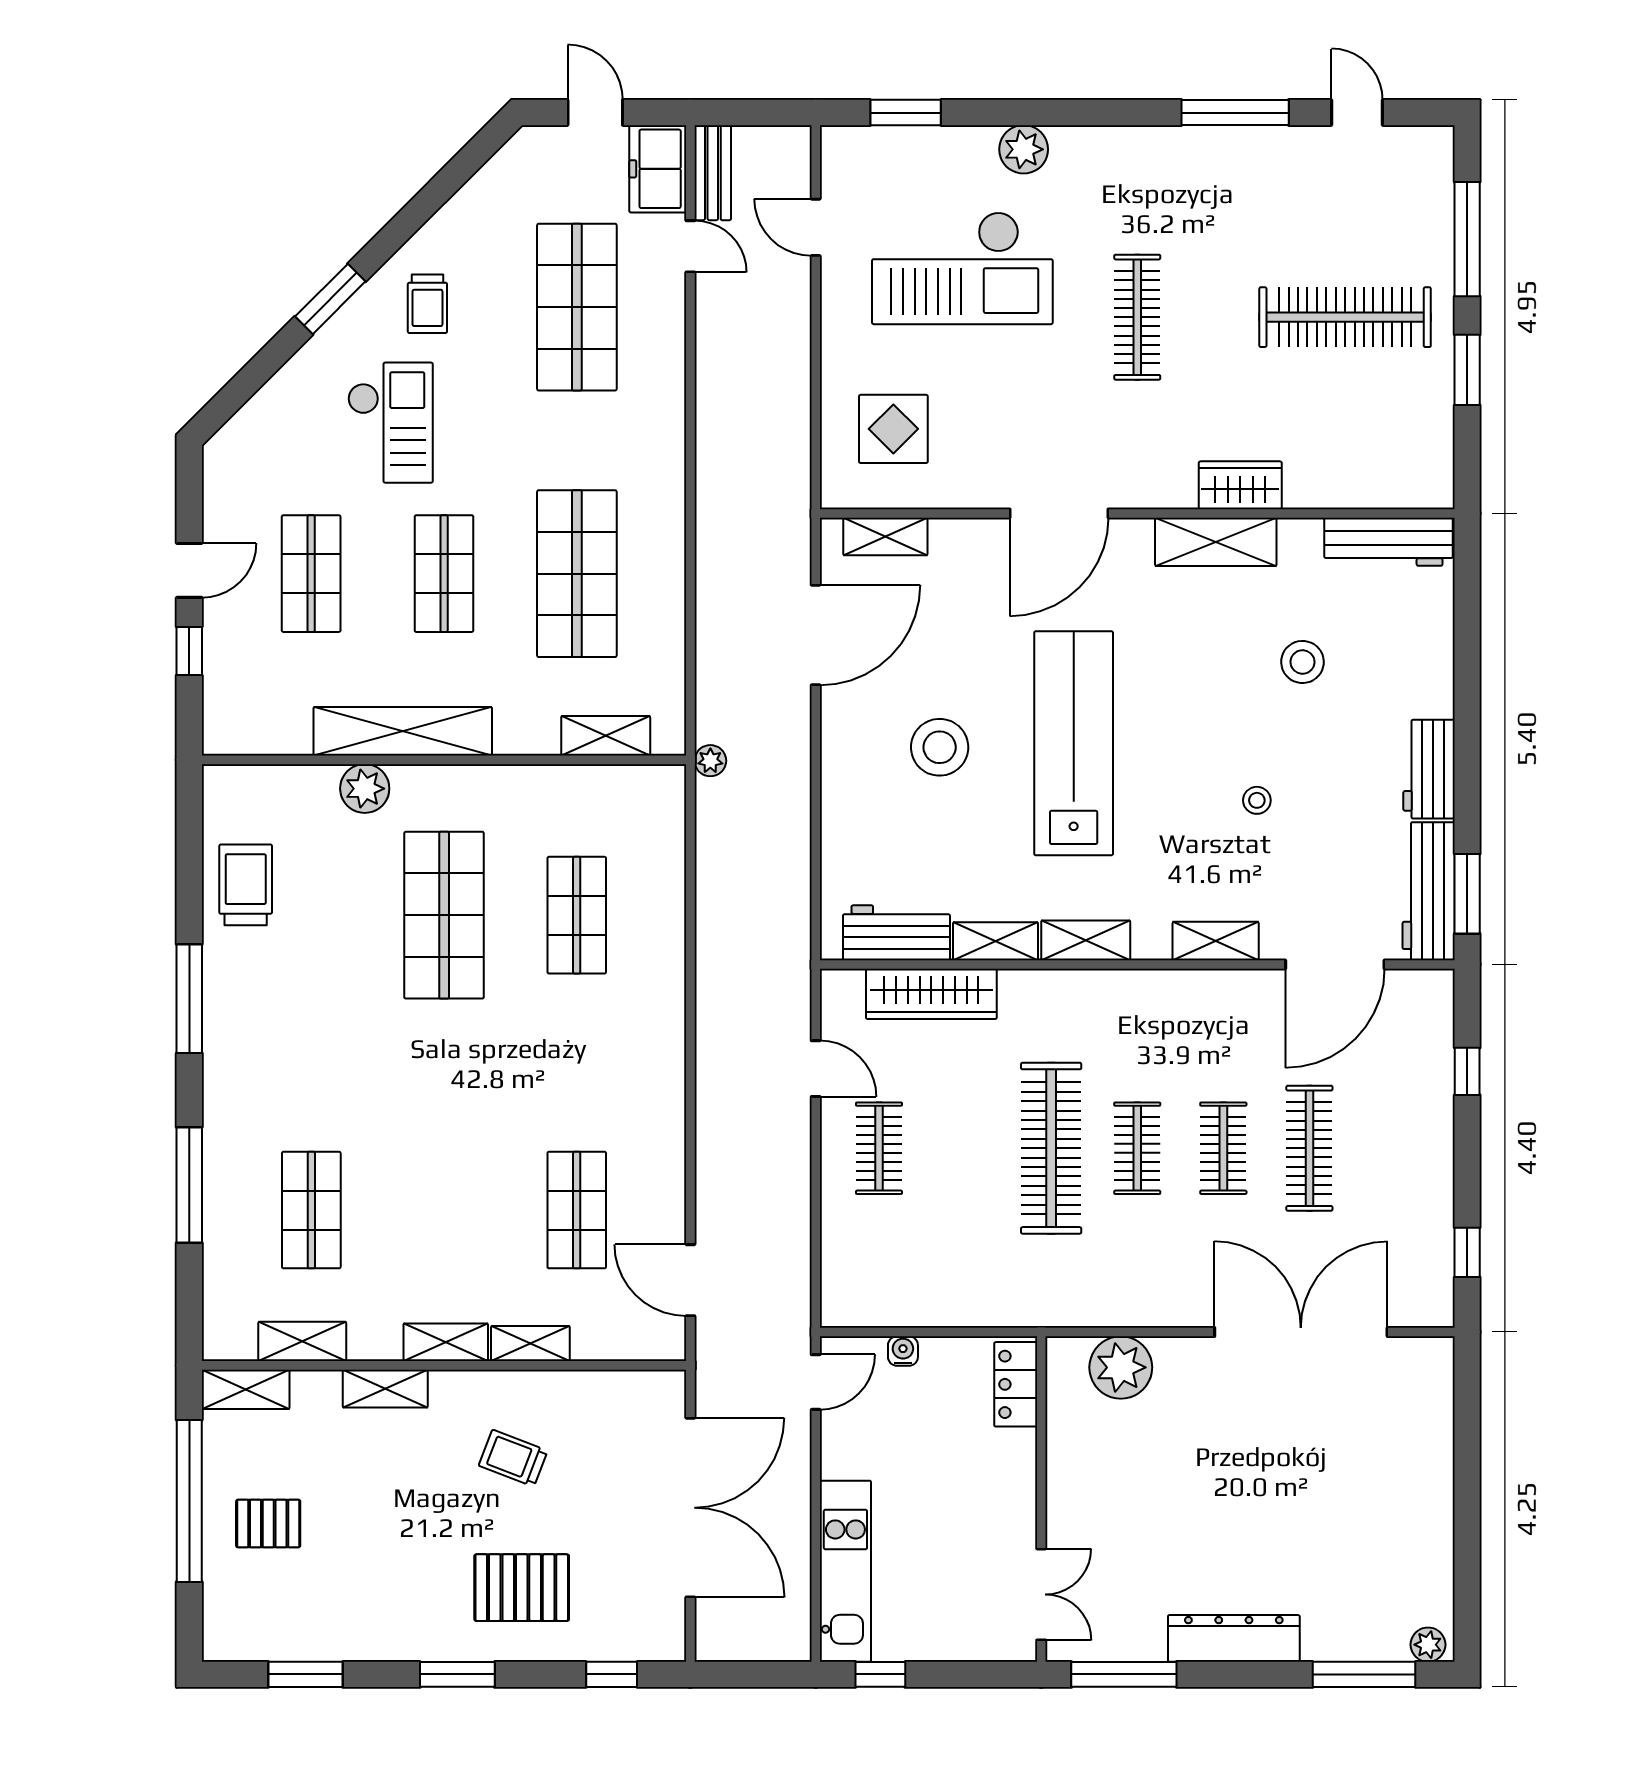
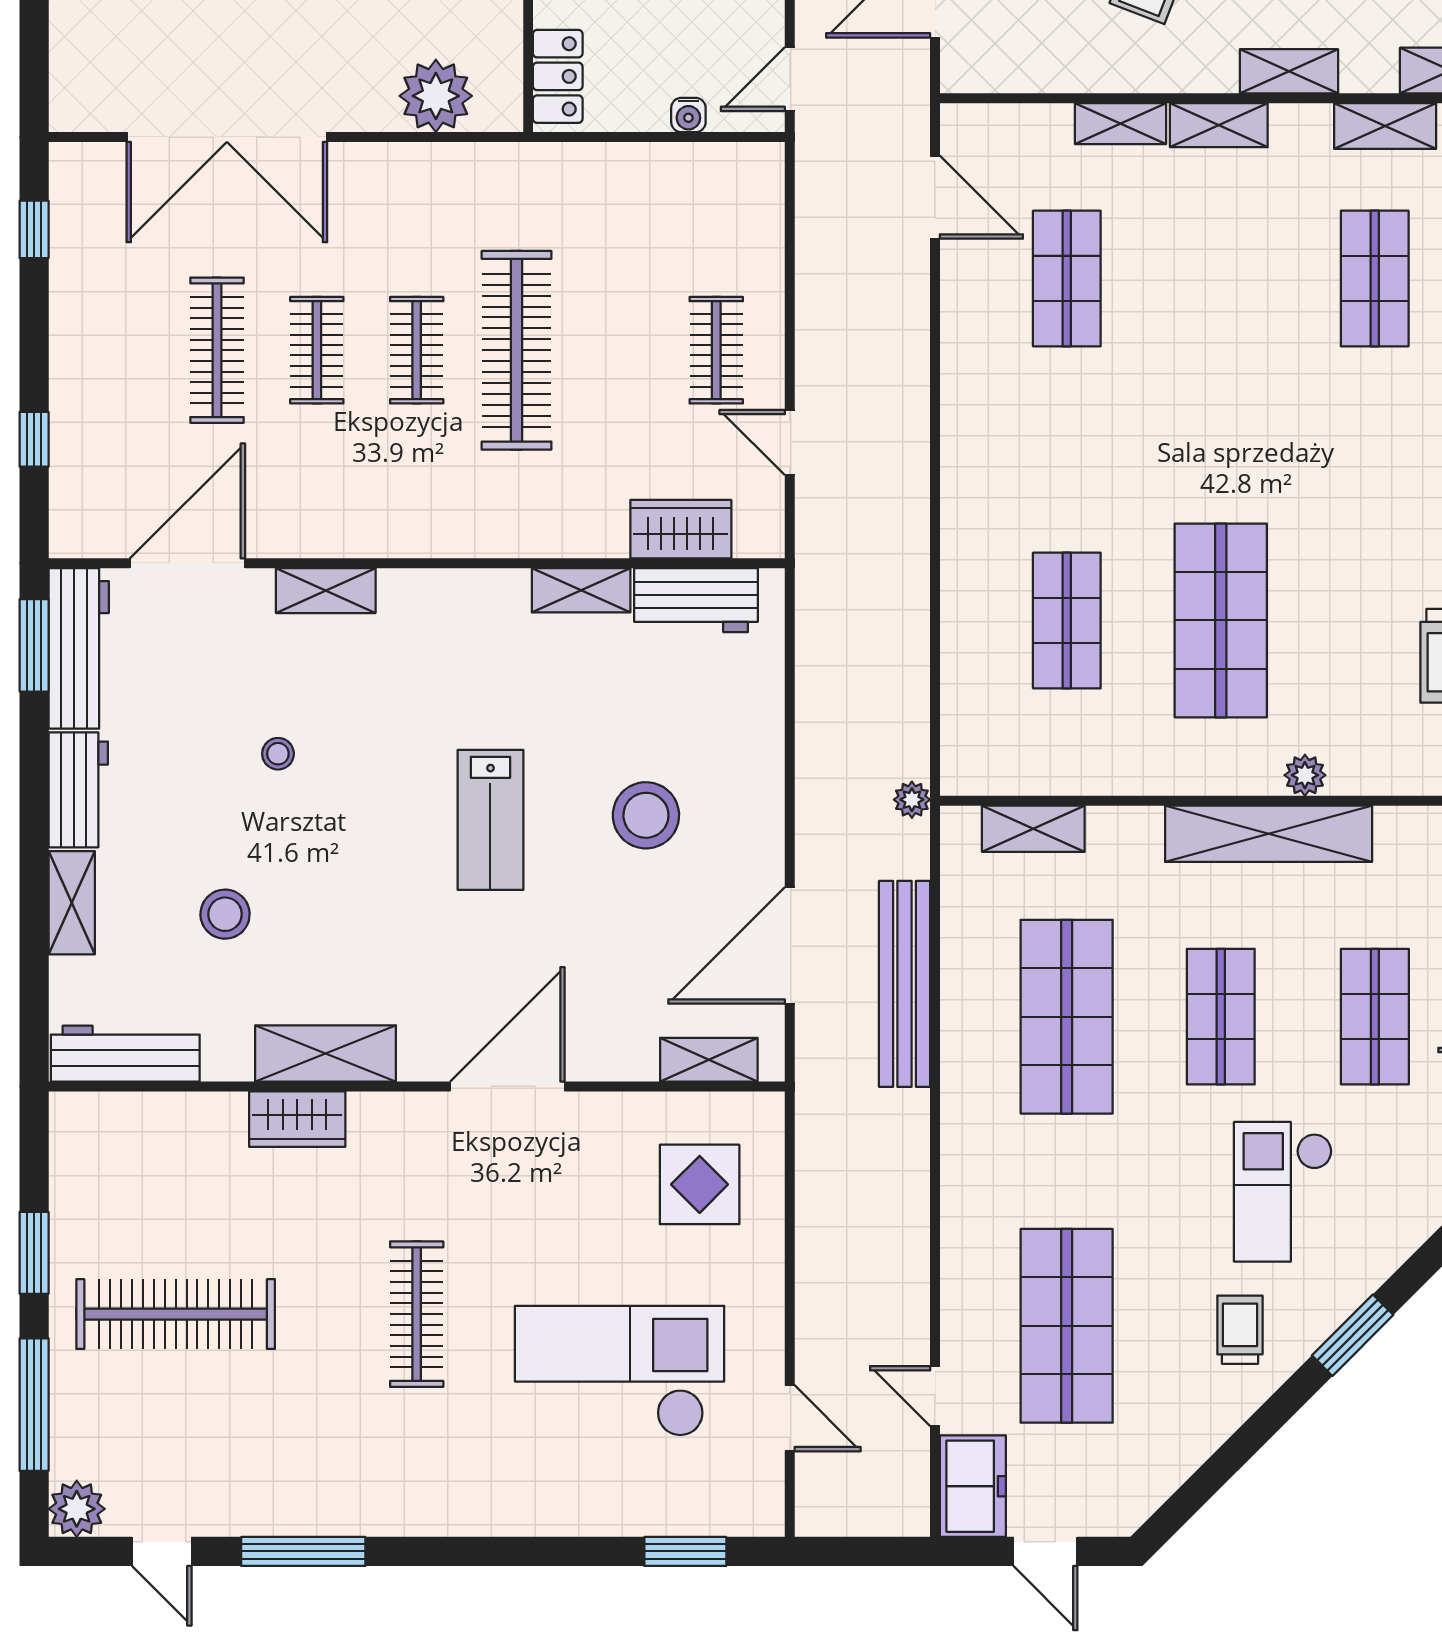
plant: (1024, 149) -> (77, 1509), moved
bench: (713, 173) -> (905, 984), moved, width x1.86, depth x1.21
lab bench: (1074, 743) -> (490, 820), width x0.54, depth x0.72
plant: (365, 789) -> (1305, 775), width x0.73, depth x0.73
shelving: (1086, 940) -> (72, 903), moved, turned 90
wardrobe: (931, 994) -> (681, 529), width x0.67

